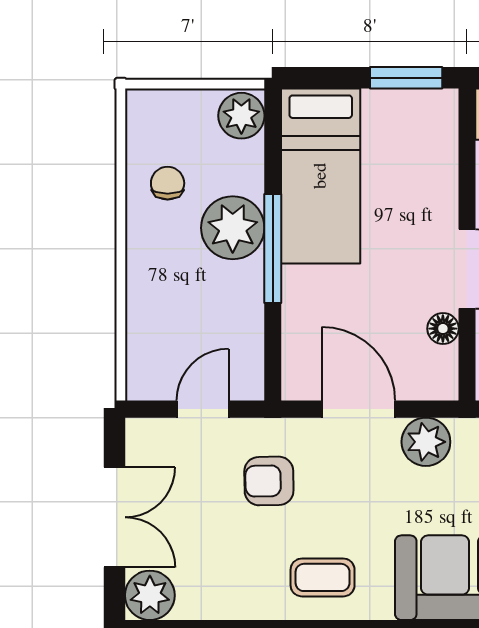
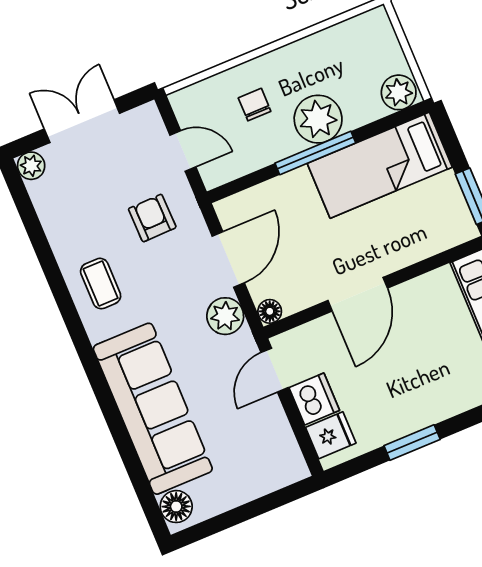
chair: (168, 183) -> (255, 105), moved, turned -90
floor lamp: (443, 329) -> (270, 311), moved
double door: (114, 517) -> (82, 121), swing flipped
plant: (150, 595) -> (31, 166), width x0.73, depth x0.73

